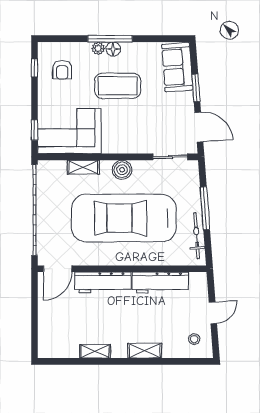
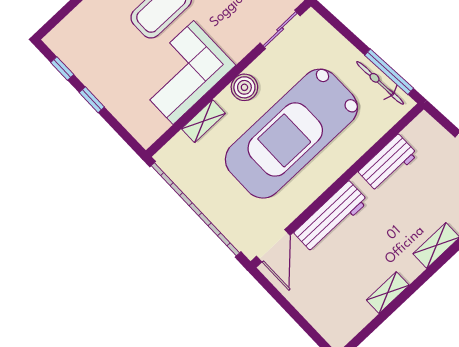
armchair: (62, 70) -> (91, 44), removed
window: (34, 130) -> (92, 100), moved
corner sofa: (69, 131) -> (183, 72), moved
window: (205, 208) -> (389, 72), moved
workbench: (160, 282) -> (388, 163), width x0.73

